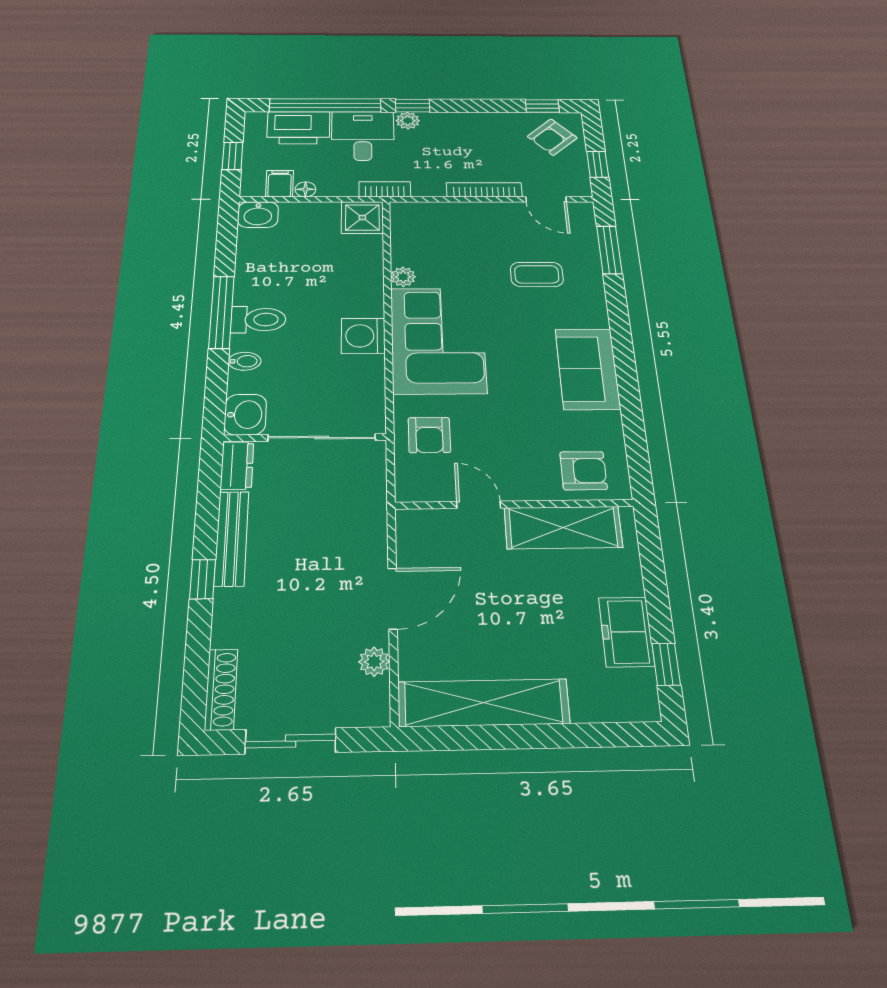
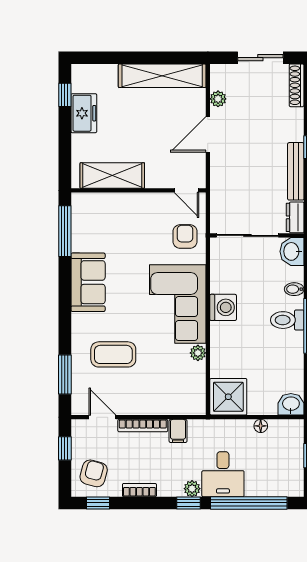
printer: (298, 128) -> (267, 482), removed
armchair: (552, 137) -> (94, 473), turned -32
filing cabinet: (280, 184) -> (178, 431), moved
bookcase: (385, 189) -> (139, 490), moved, turned 180
shower: (362, 218) -> (228, 397), width x1.36, depth x1.36
coffee table: (537, 274) -> (113, 354), width x1.36, depth x1.30
window: (636, 441) -> (65, 231), added
armchair: (583, 471) -> (97, 212), removed
door: (479, 505) -> (187, 190), moved

